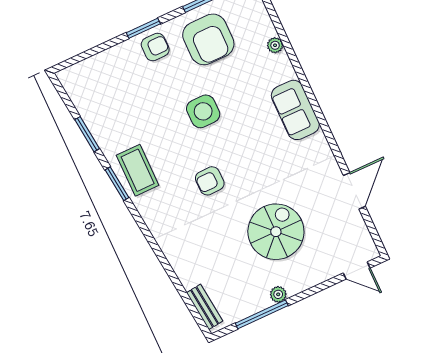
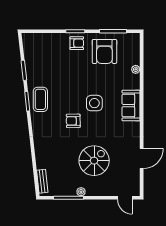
side table: (203, 111) -> (94, 103), moved

